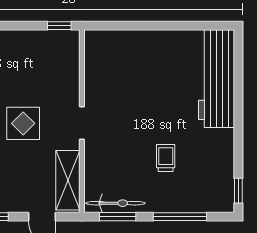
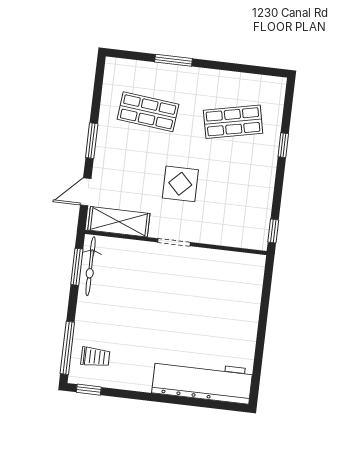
trolley: (166, 158) -> (95, 357), moved
window: (180, 217) -> (67, 348), moved

